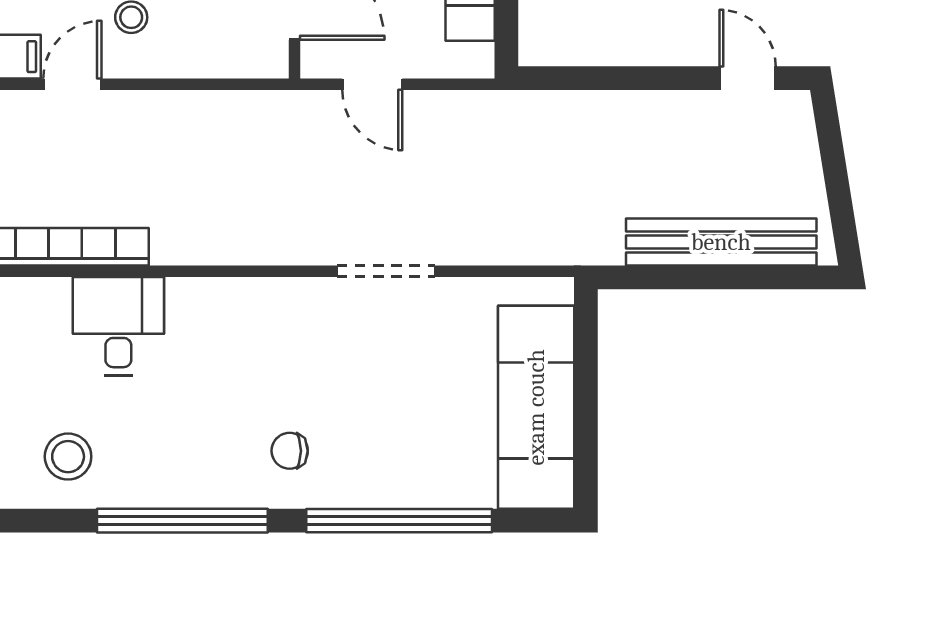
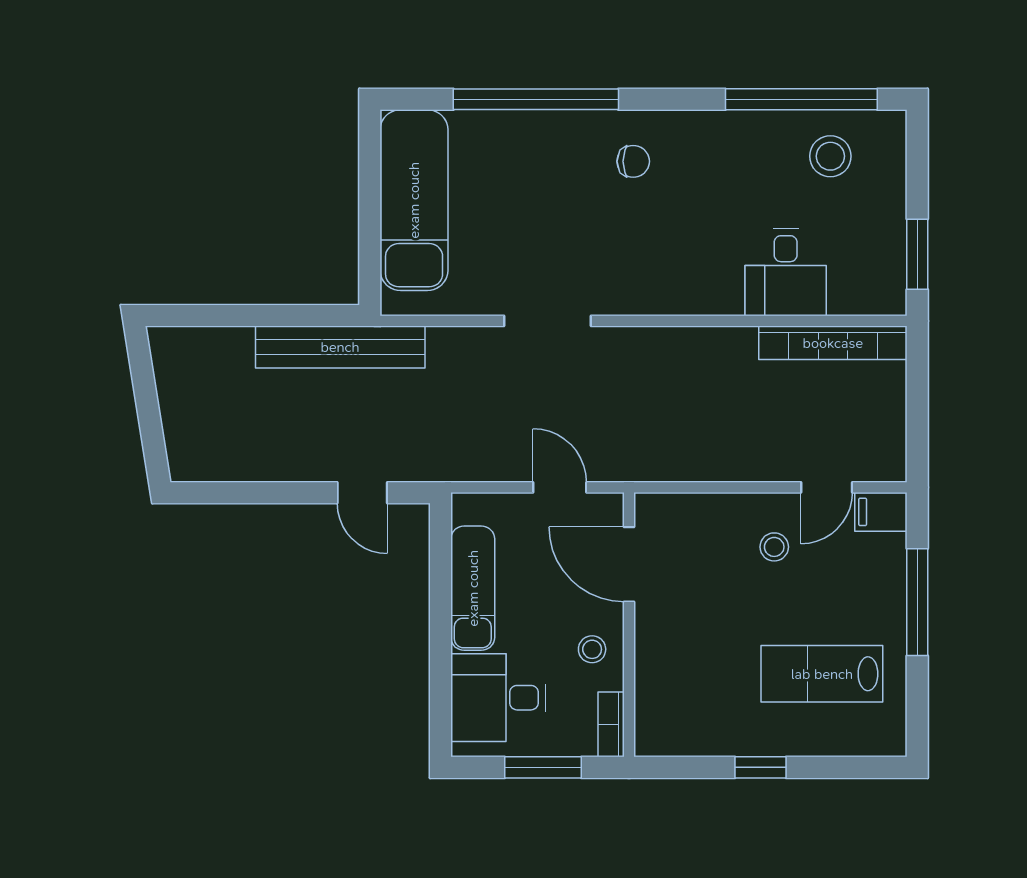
door: (748, 78) -> (362, 493), moved
bench: (721, 242) -> (340, 347), moved
window: (182, 521) -> (801, 99), moved

